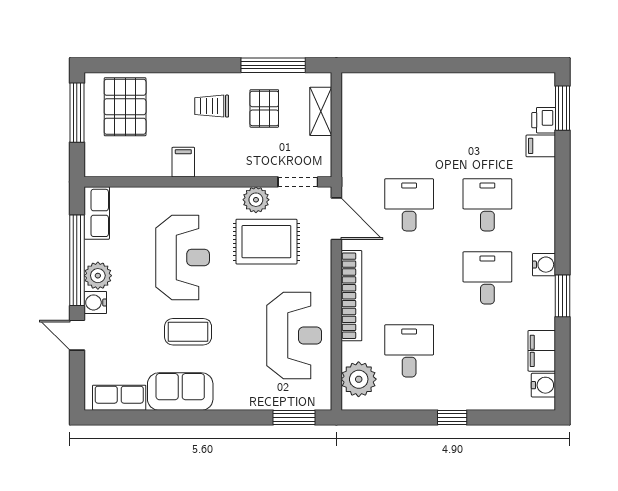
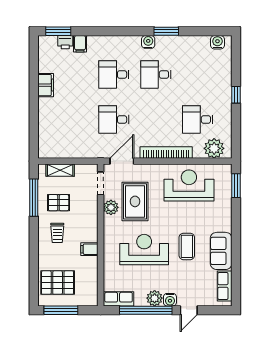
filing cabinet: (542, 351) -> (46, 85), moved, turned -90

